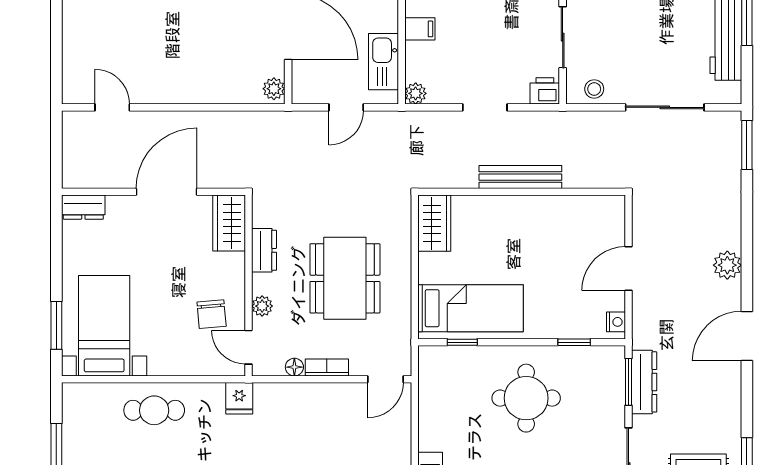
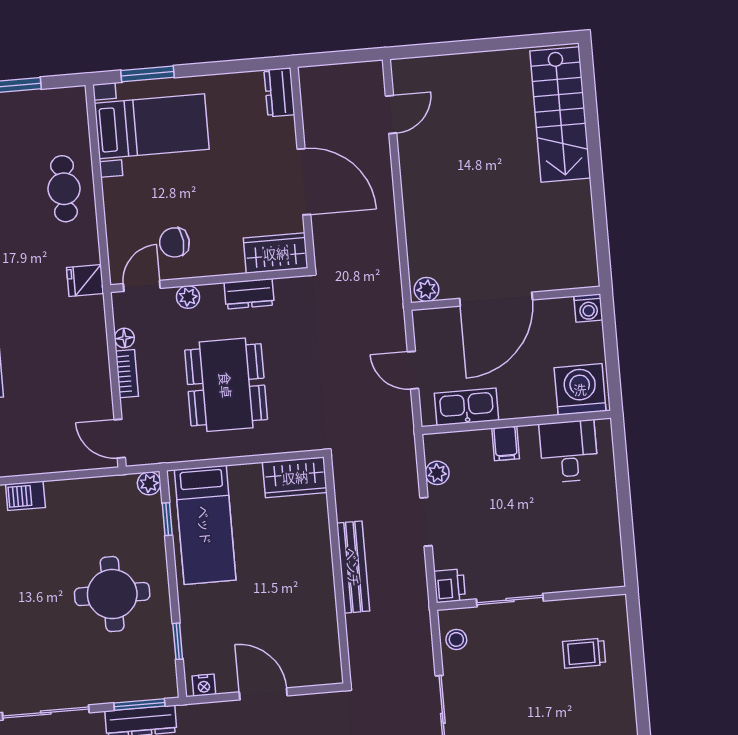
plant: (416, 93) -> (437, 473), moved
dining table: (345, 278) -> (226, 385), turned 90
plant: (429, 356) -> (149, 483), added

